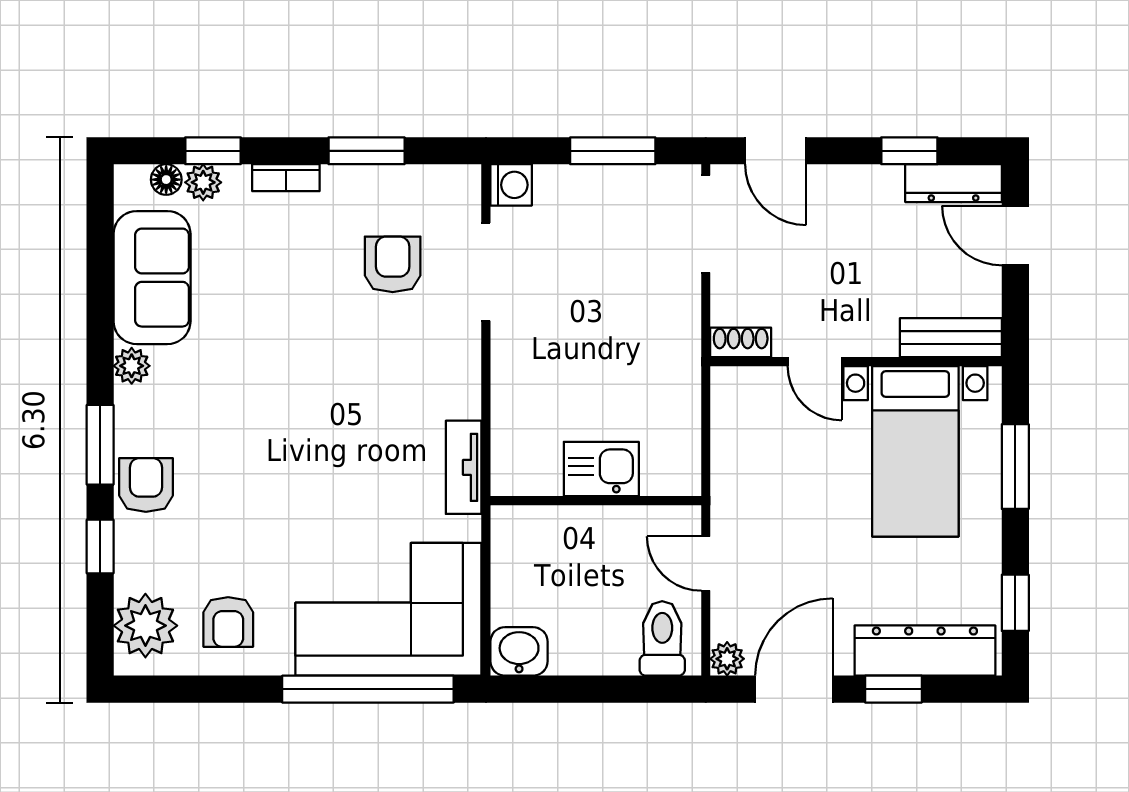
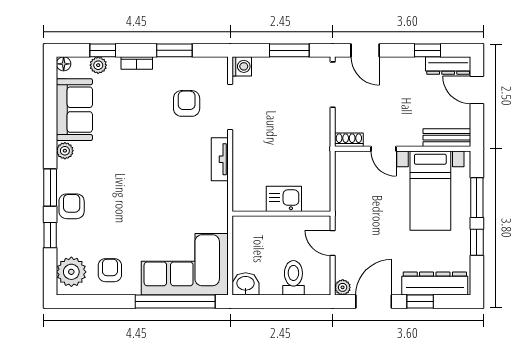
floor lamp: (166, 180) -> (64, 64), moved
tv unit: (464, 467) -> (220, 159), moved
window: (1015, 603) -> (477, 242), moved
armchair: (228, 622) -> (110, 270), turned 180
toilet: (662, 638) -> (293, 278), moved

